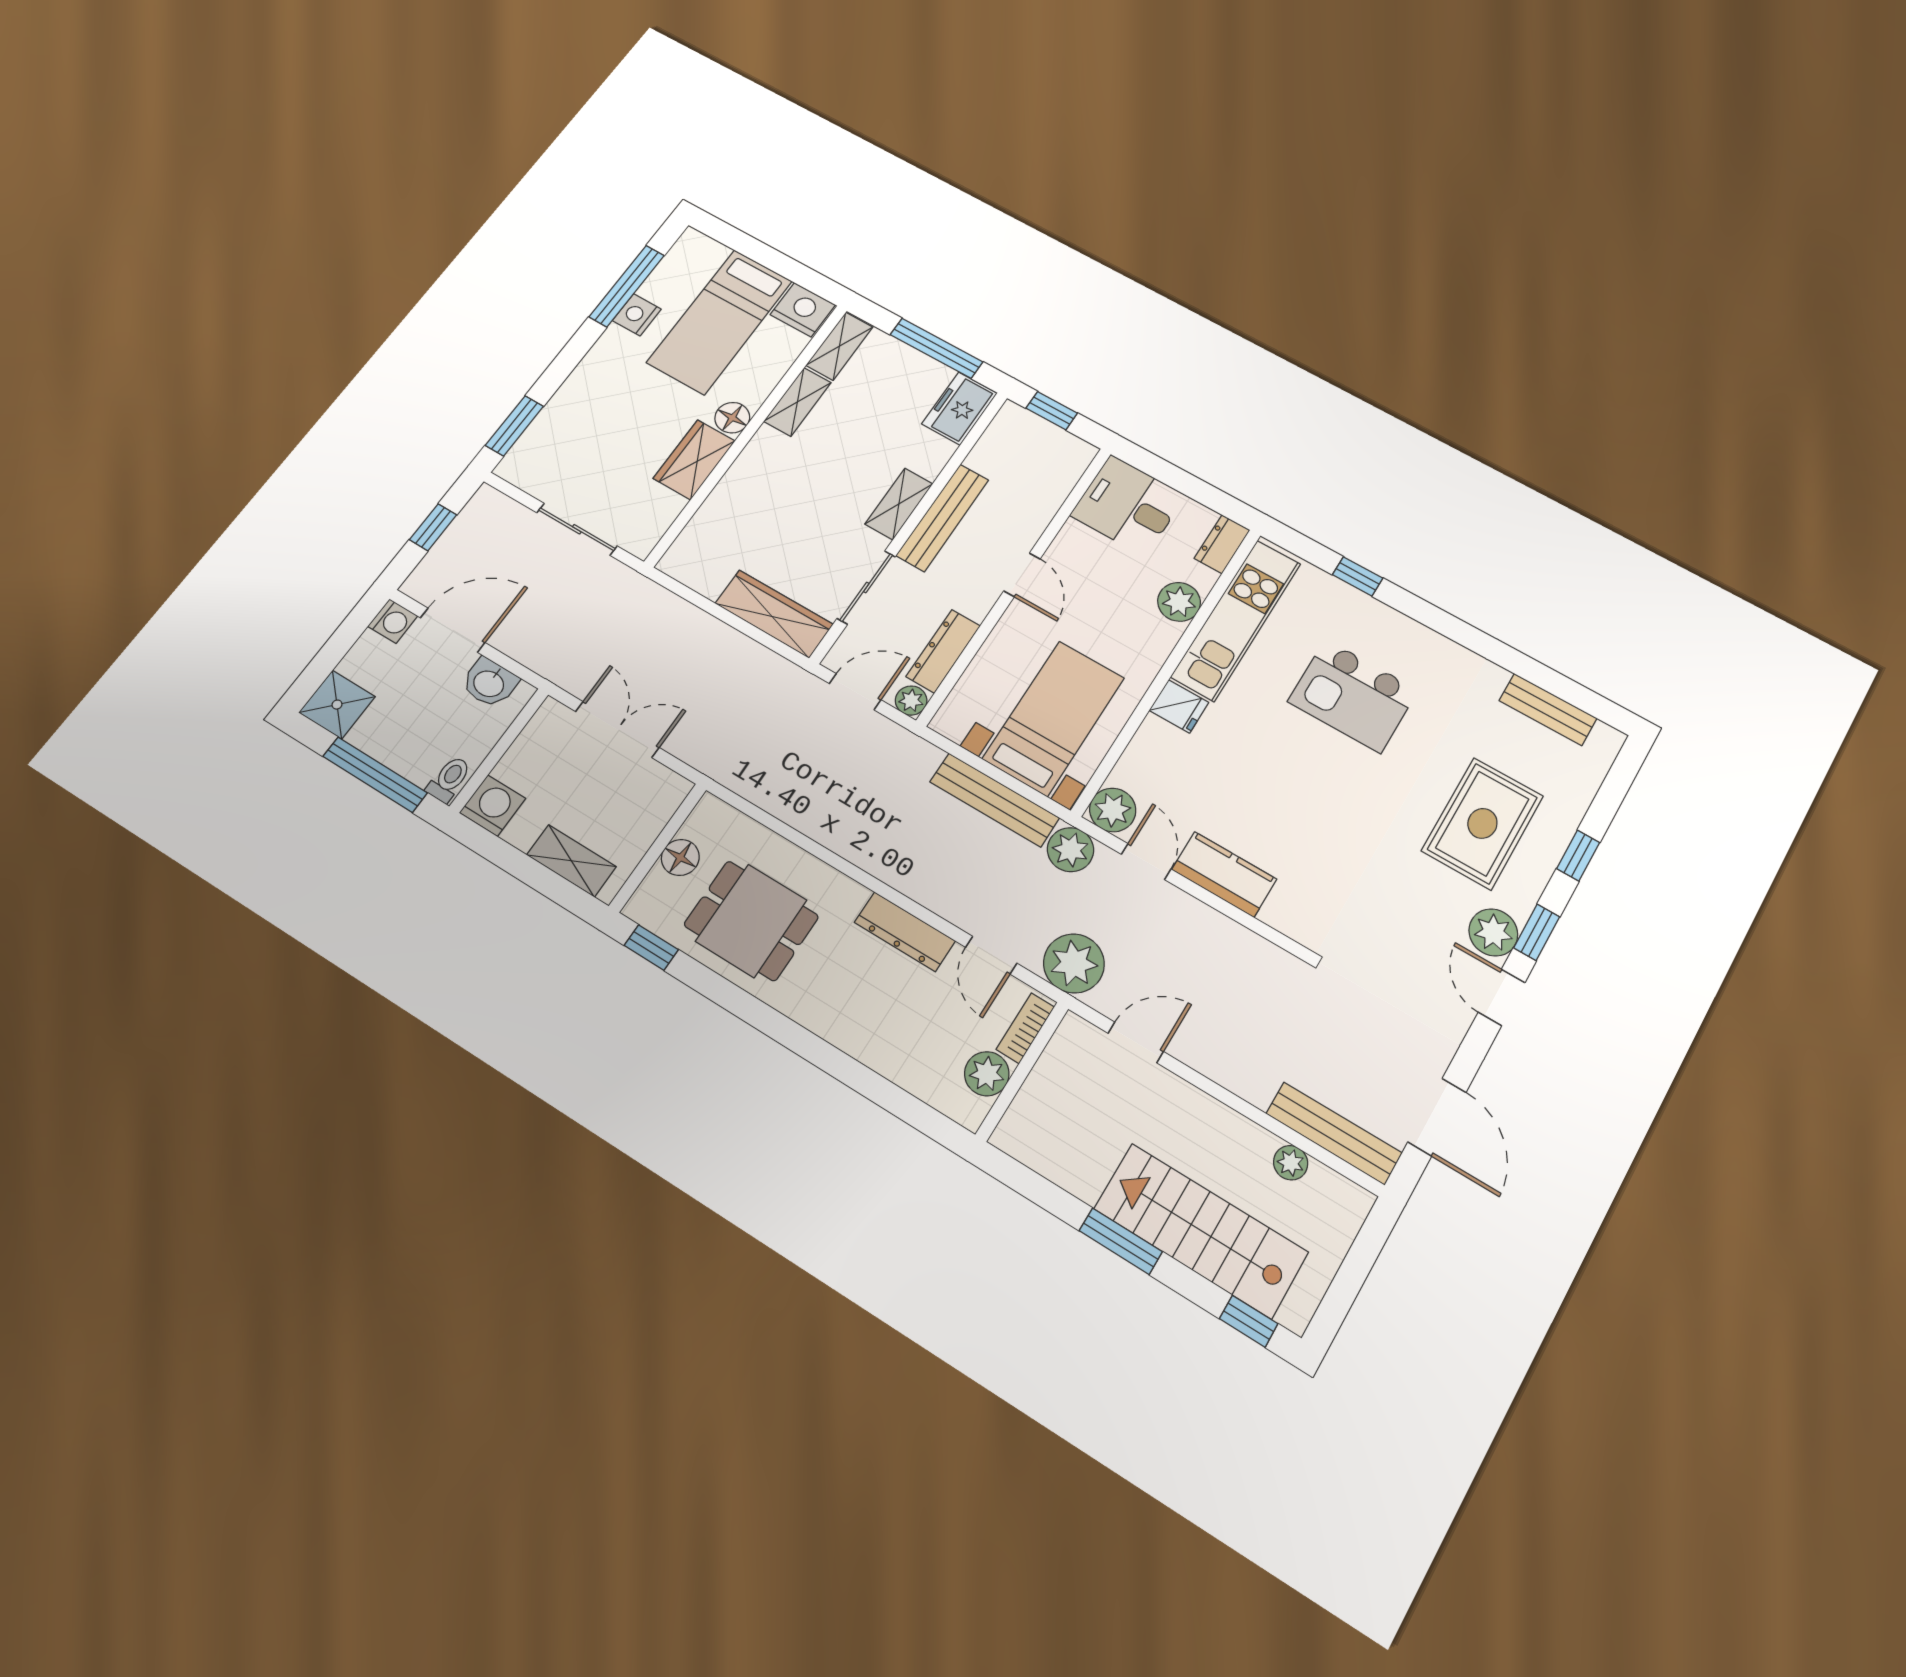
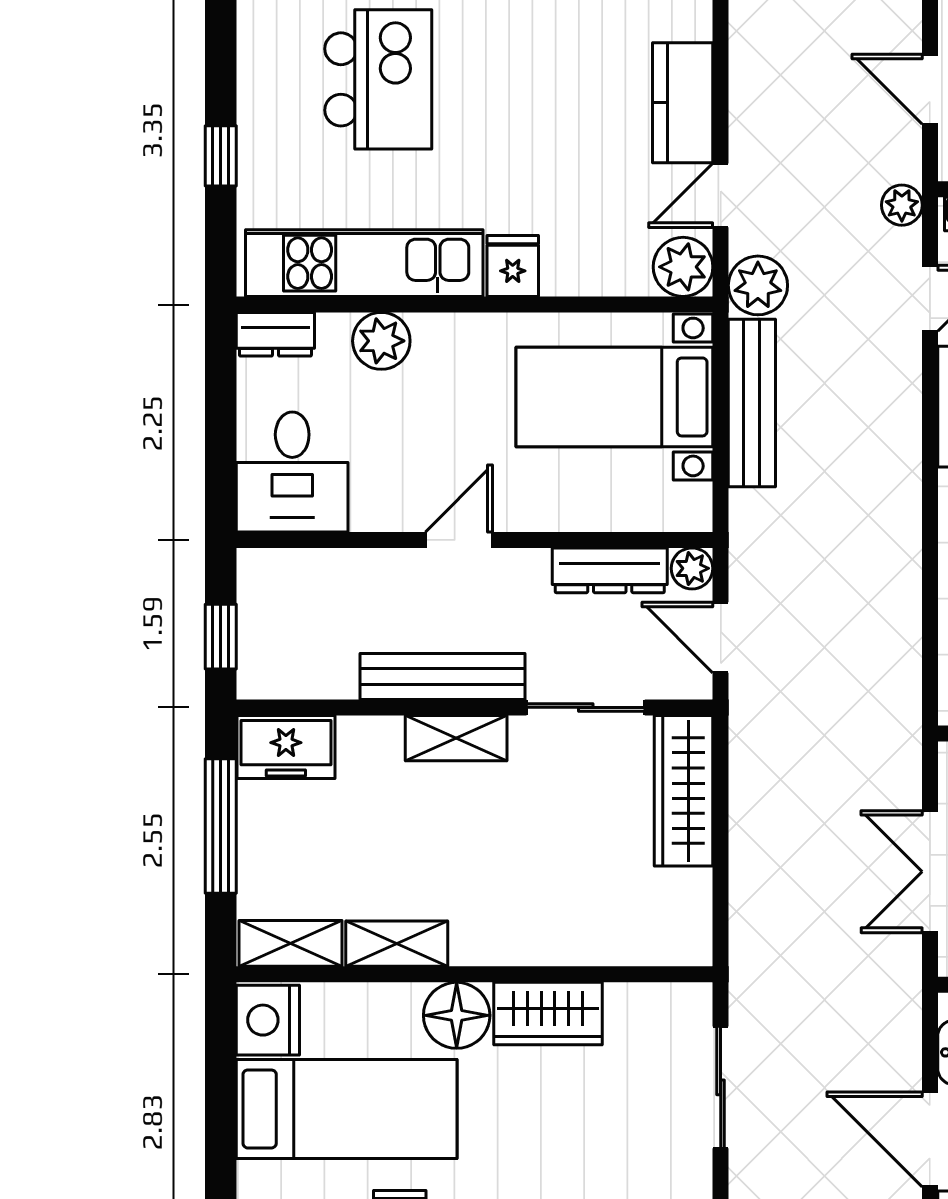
floor lamp: (732, 418) -> (457, 1015), width x1.38, depth x1.38
plant: (1074, 963) -> (902, 205), width x0.53, depth x0.53

